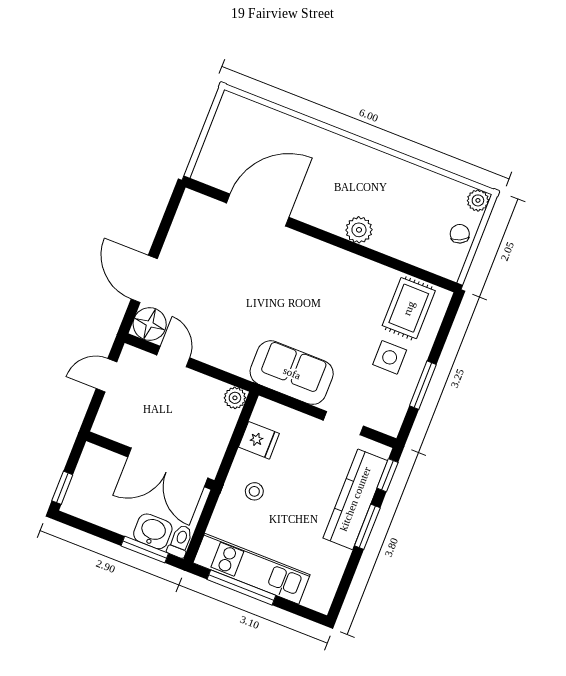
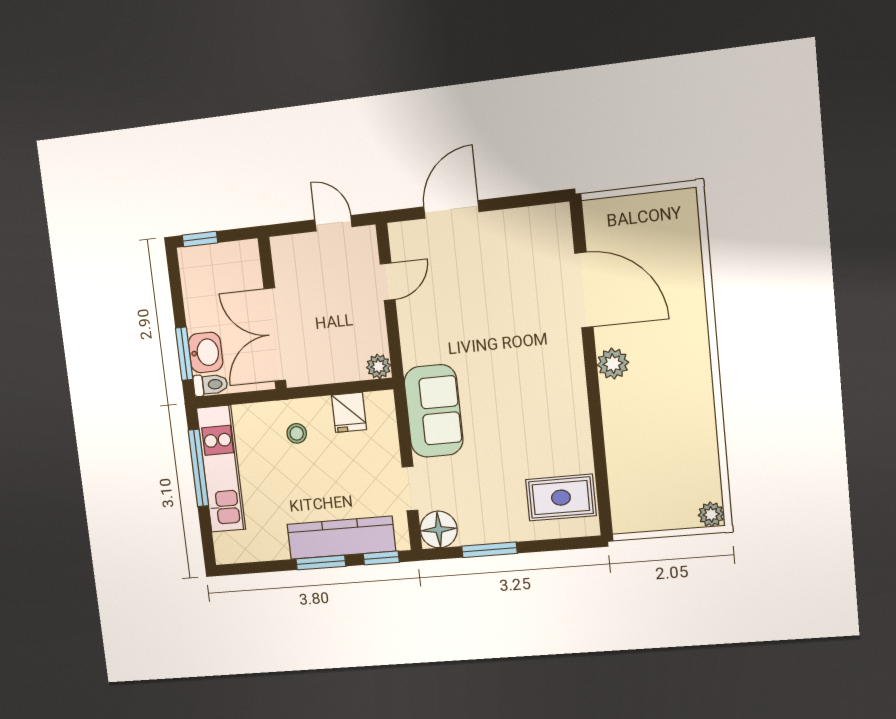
plant: (359, 230) -> (613, 364), moved
chair: (460, 234) -> (666, 512), removed
floor lamp: (150, 324) -> (439, 530), moved
side table: (390, 357) -> (500, 503), removed

